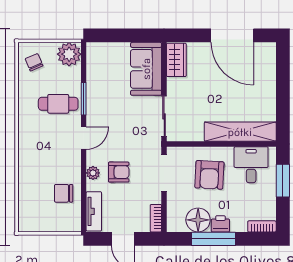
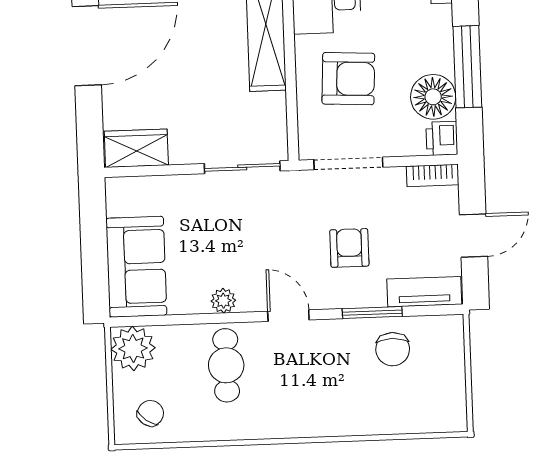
chair: (34, 62) -> (150, 413), turned 149
sofa: (146, 69) -> (136, 267), moved, turned -90
window: (84, 99) -> (372, 313), moved
plant: (93, 173) -> (223, 301), moved
printer: (220, 224) -> (442, 138), moved

